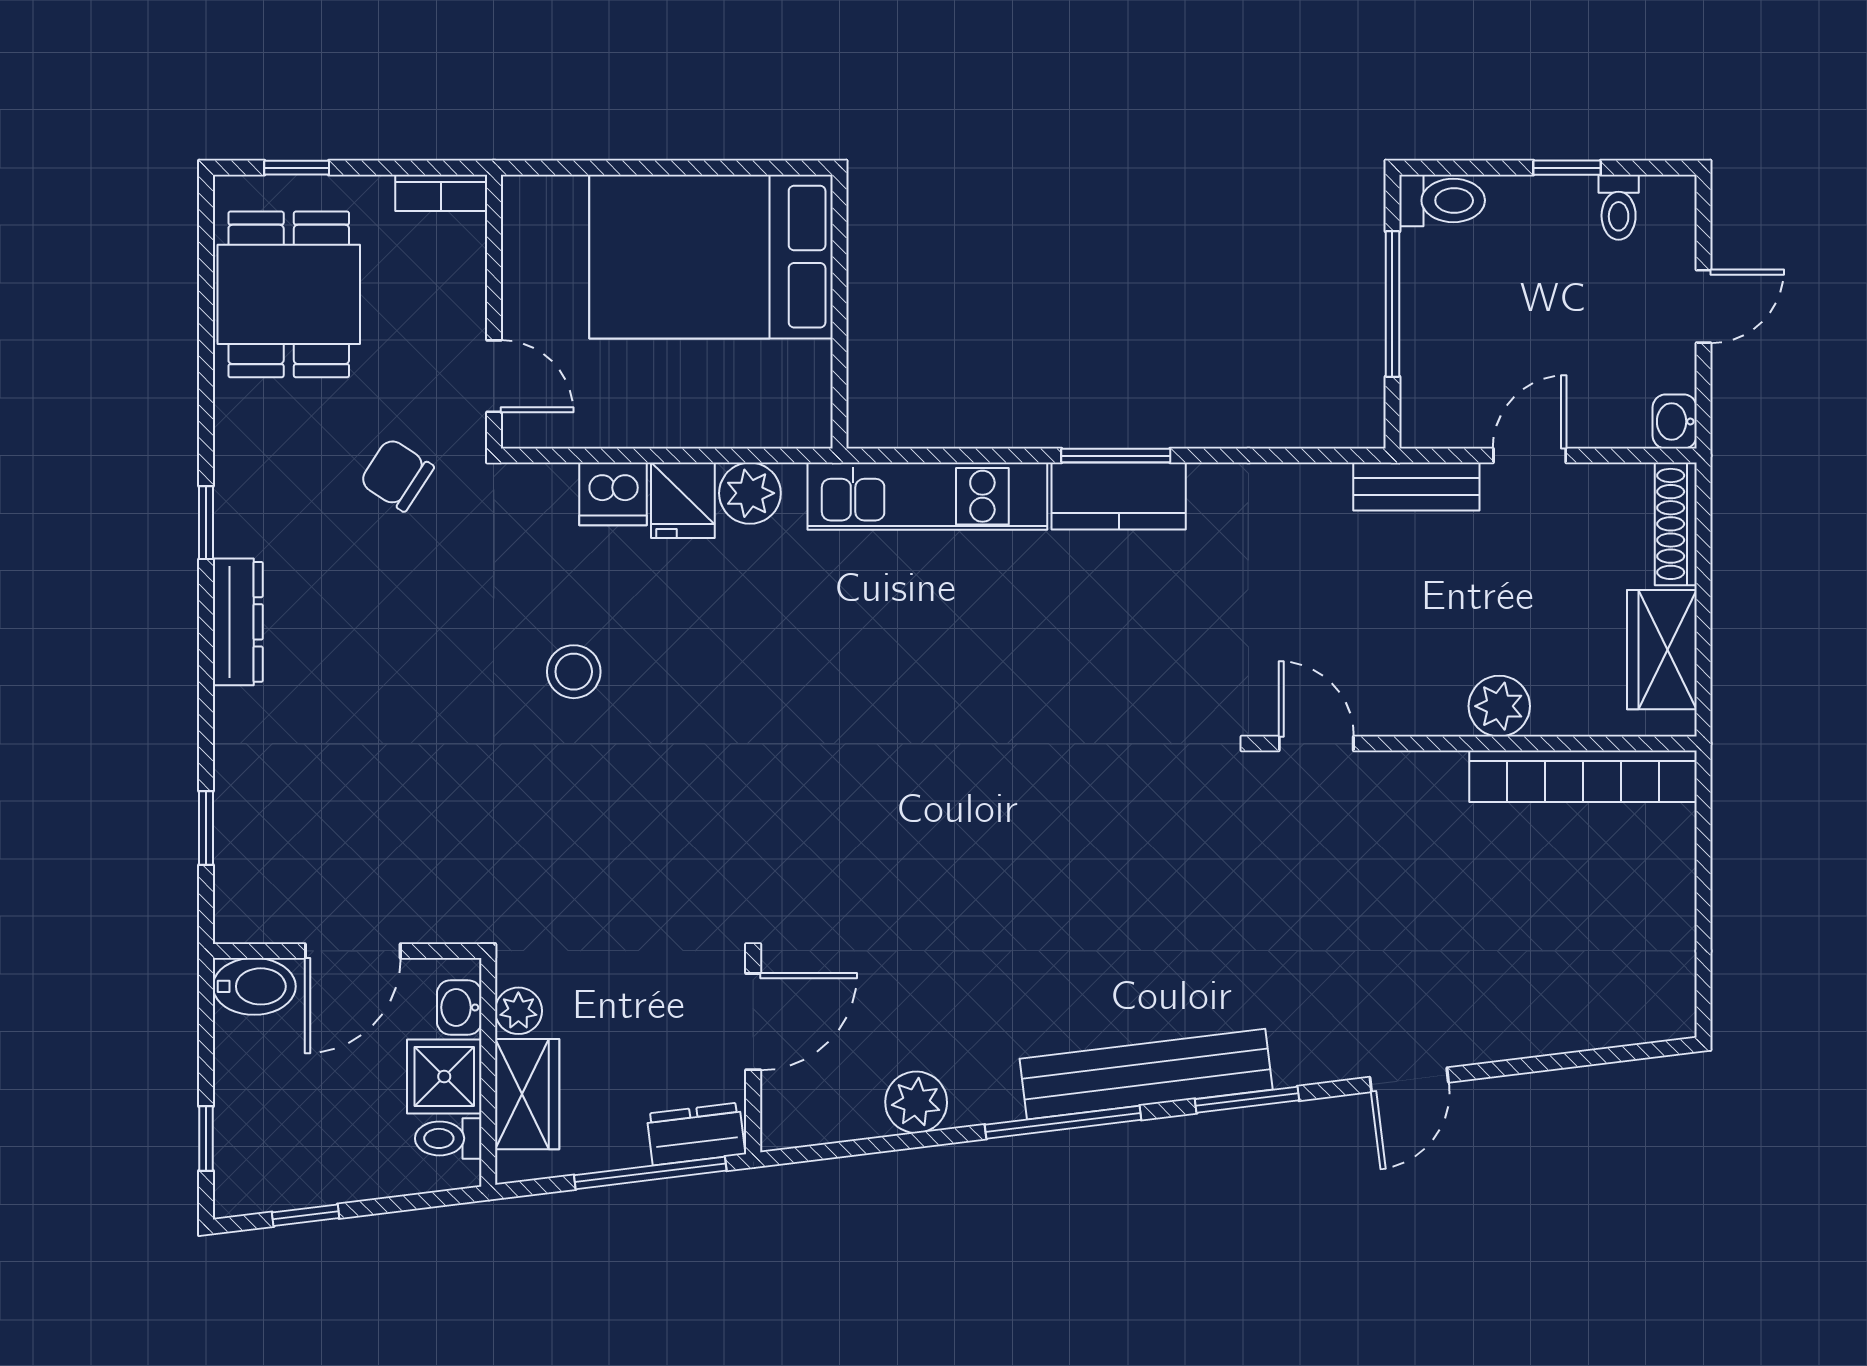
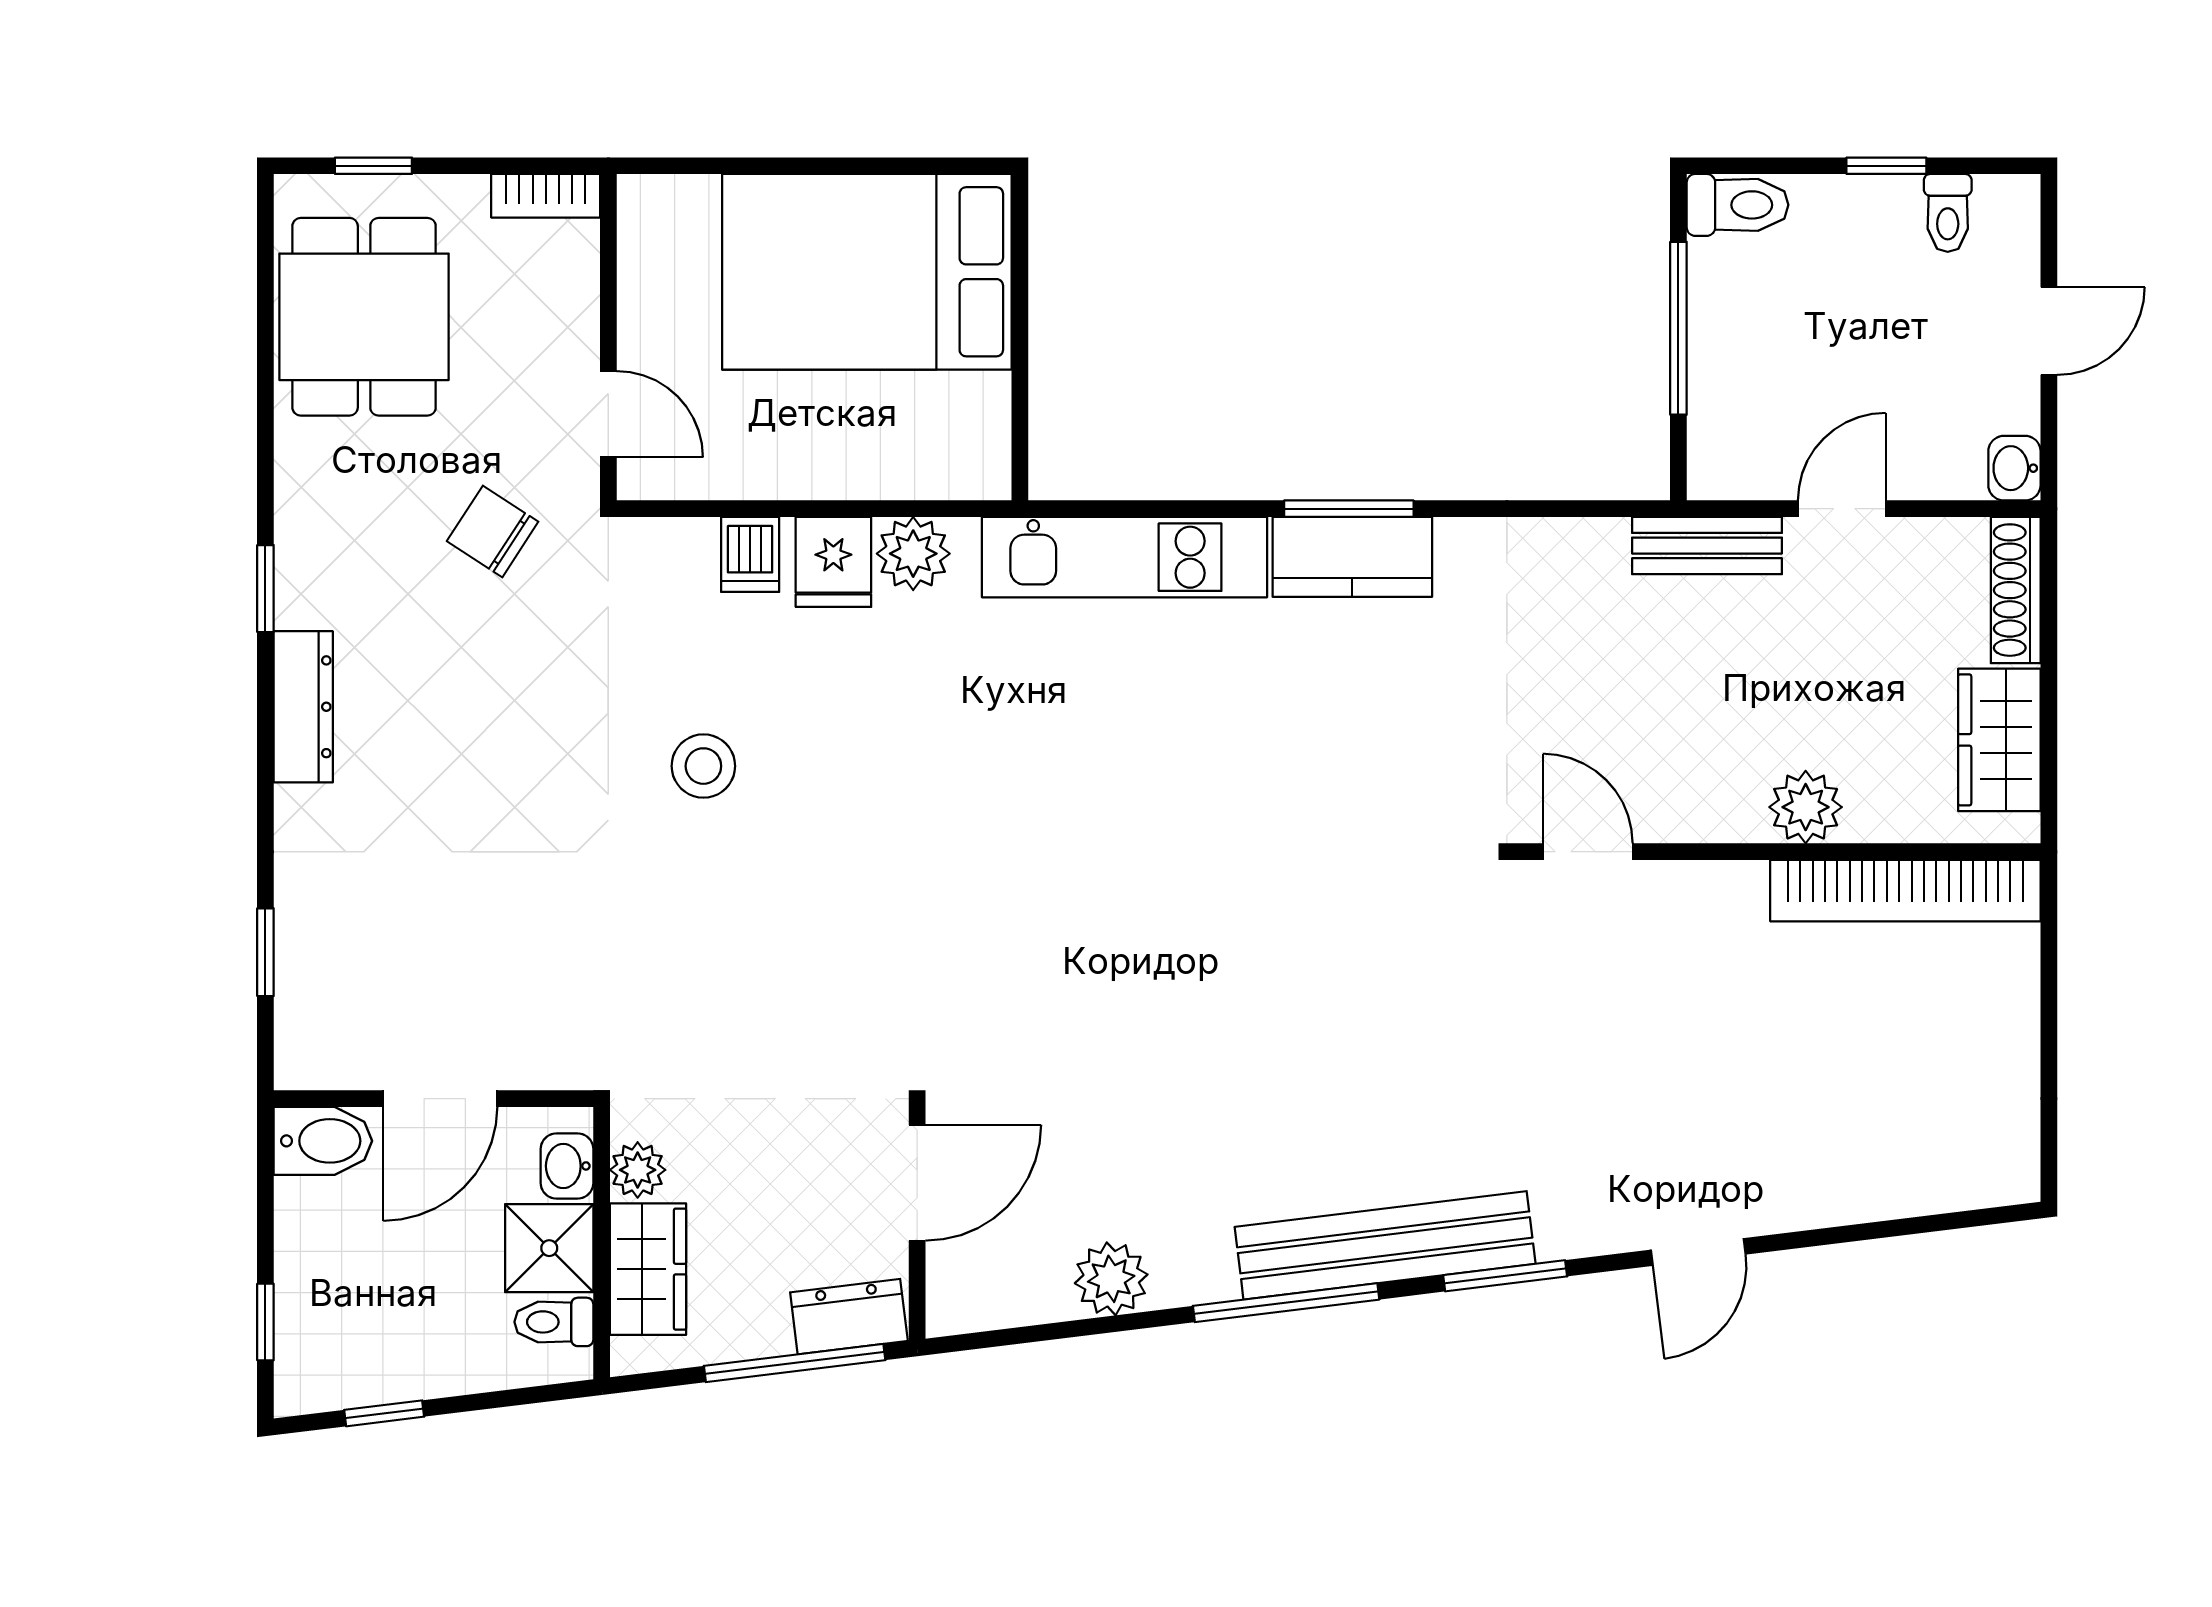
dishwasher: (613, 494) -> (750, 554), width x0.73

